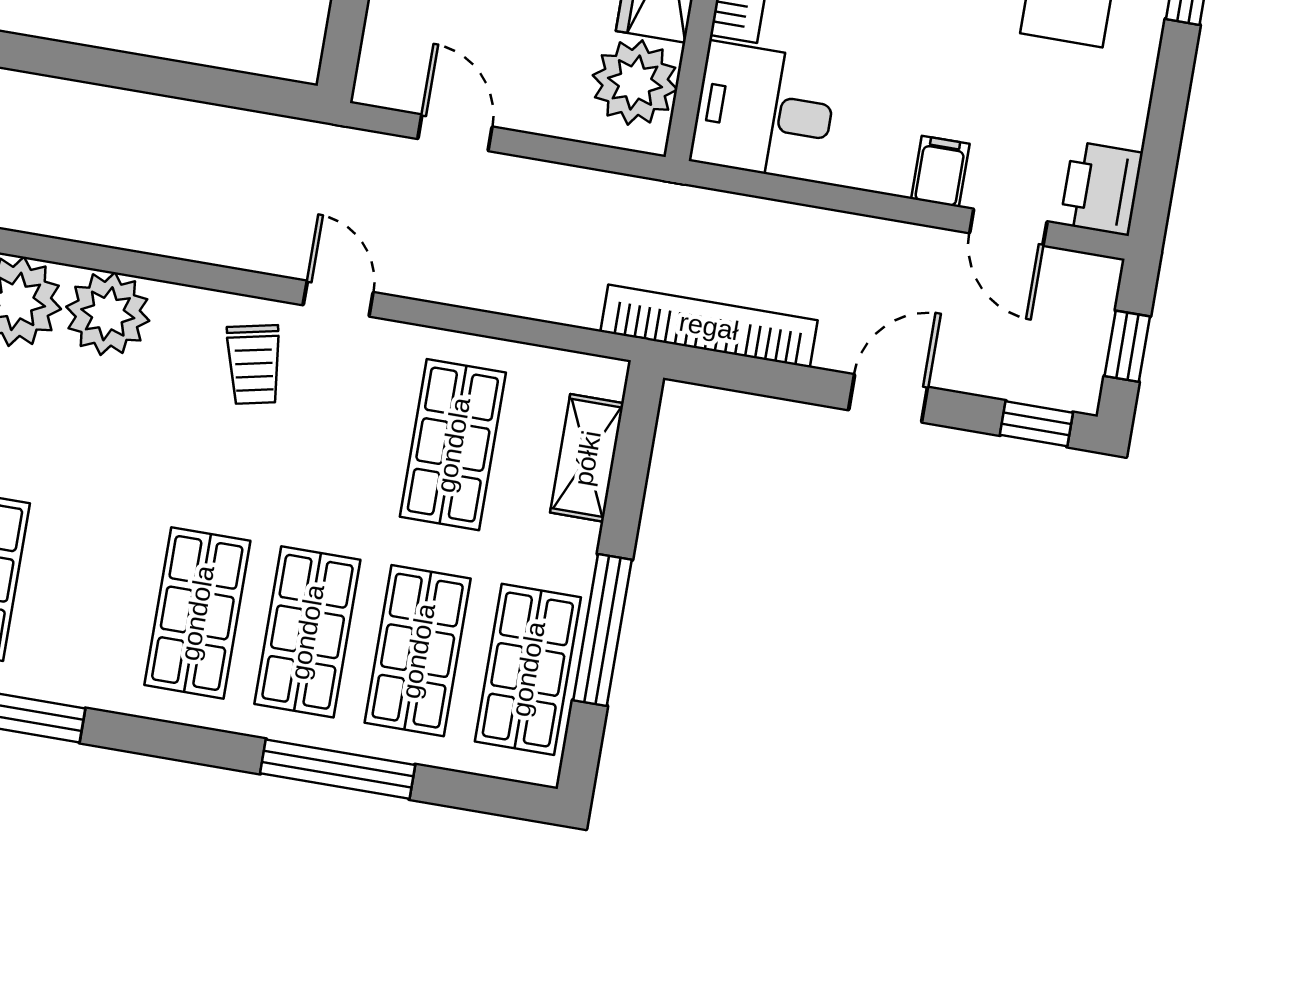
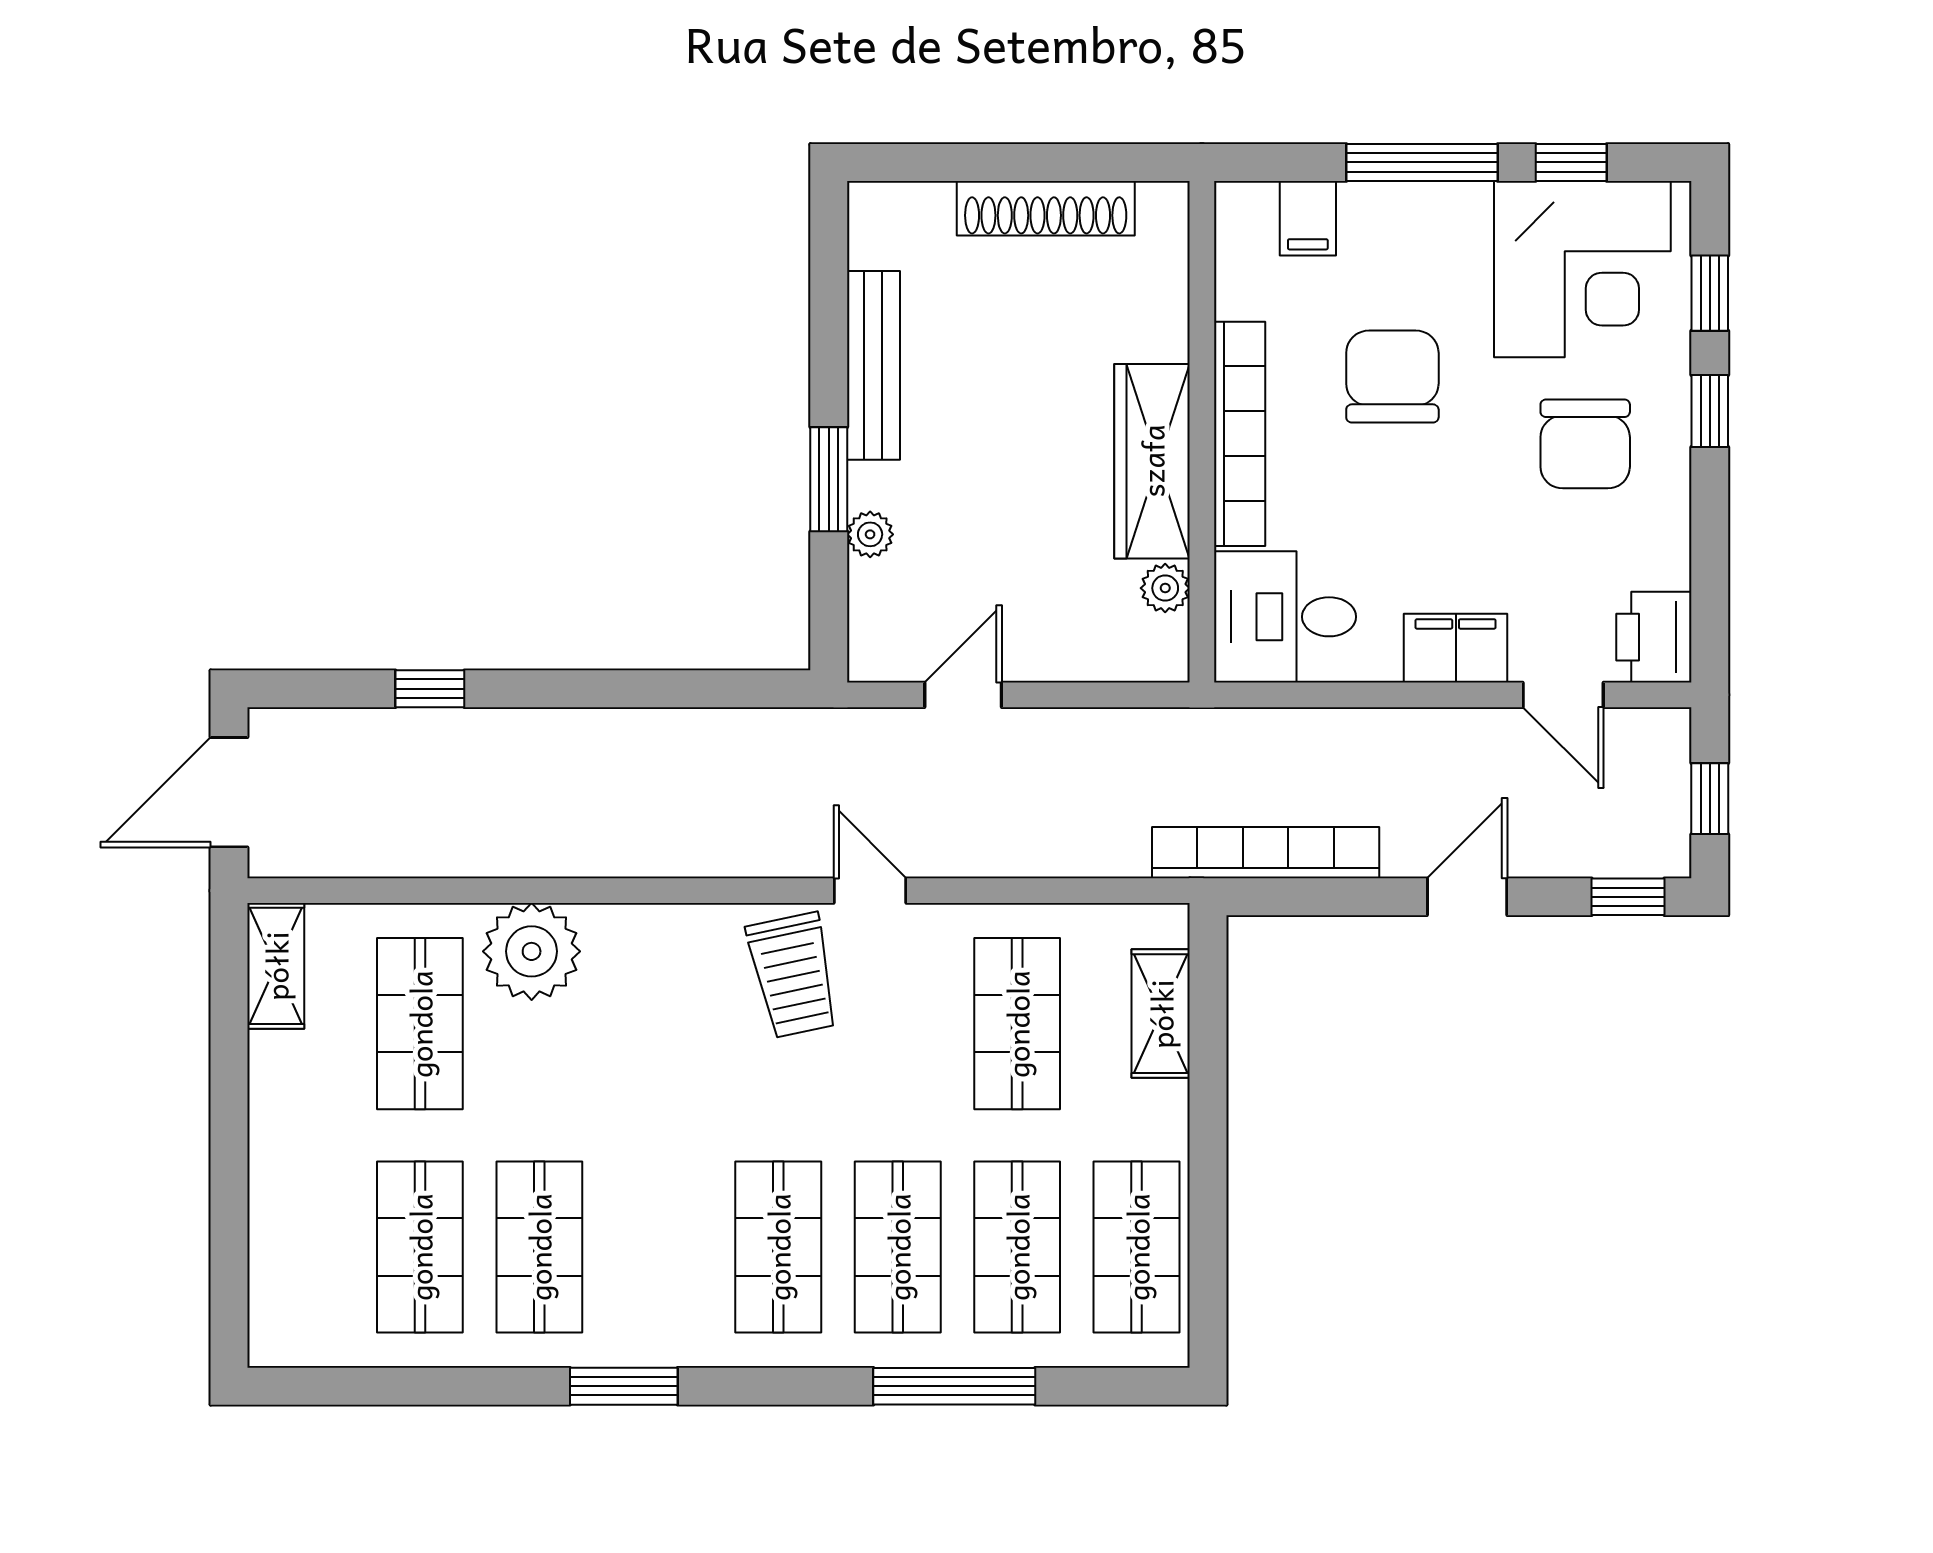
plant: (635, 82) -> (1165, 588), width x0.53, depth x0.53
door: (455, 133) -> (963, 695), hinge flipped
filing cabinet: (940, 171) -> (1456, 648), width x2.00
plant: (108, 314) -> (630, 948), removed
trolley: (254, 365) -> (793, 975), width x1.36, depth x1.39
window: (602, 630) -> (1208, 1192), removed

